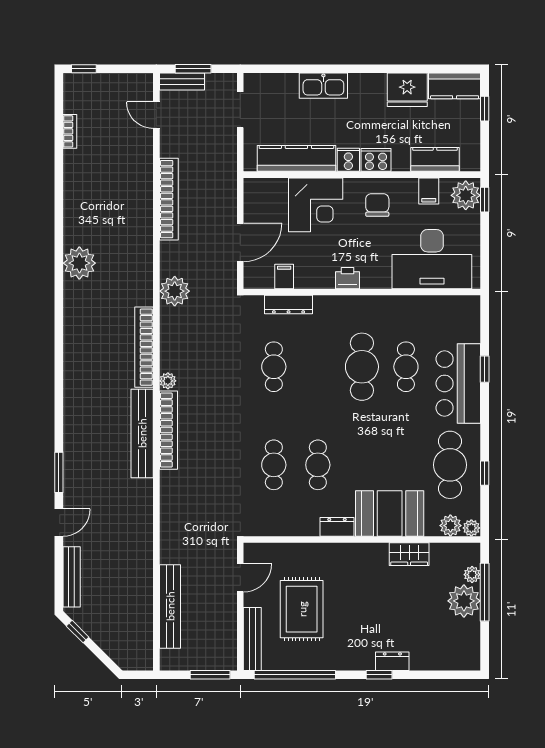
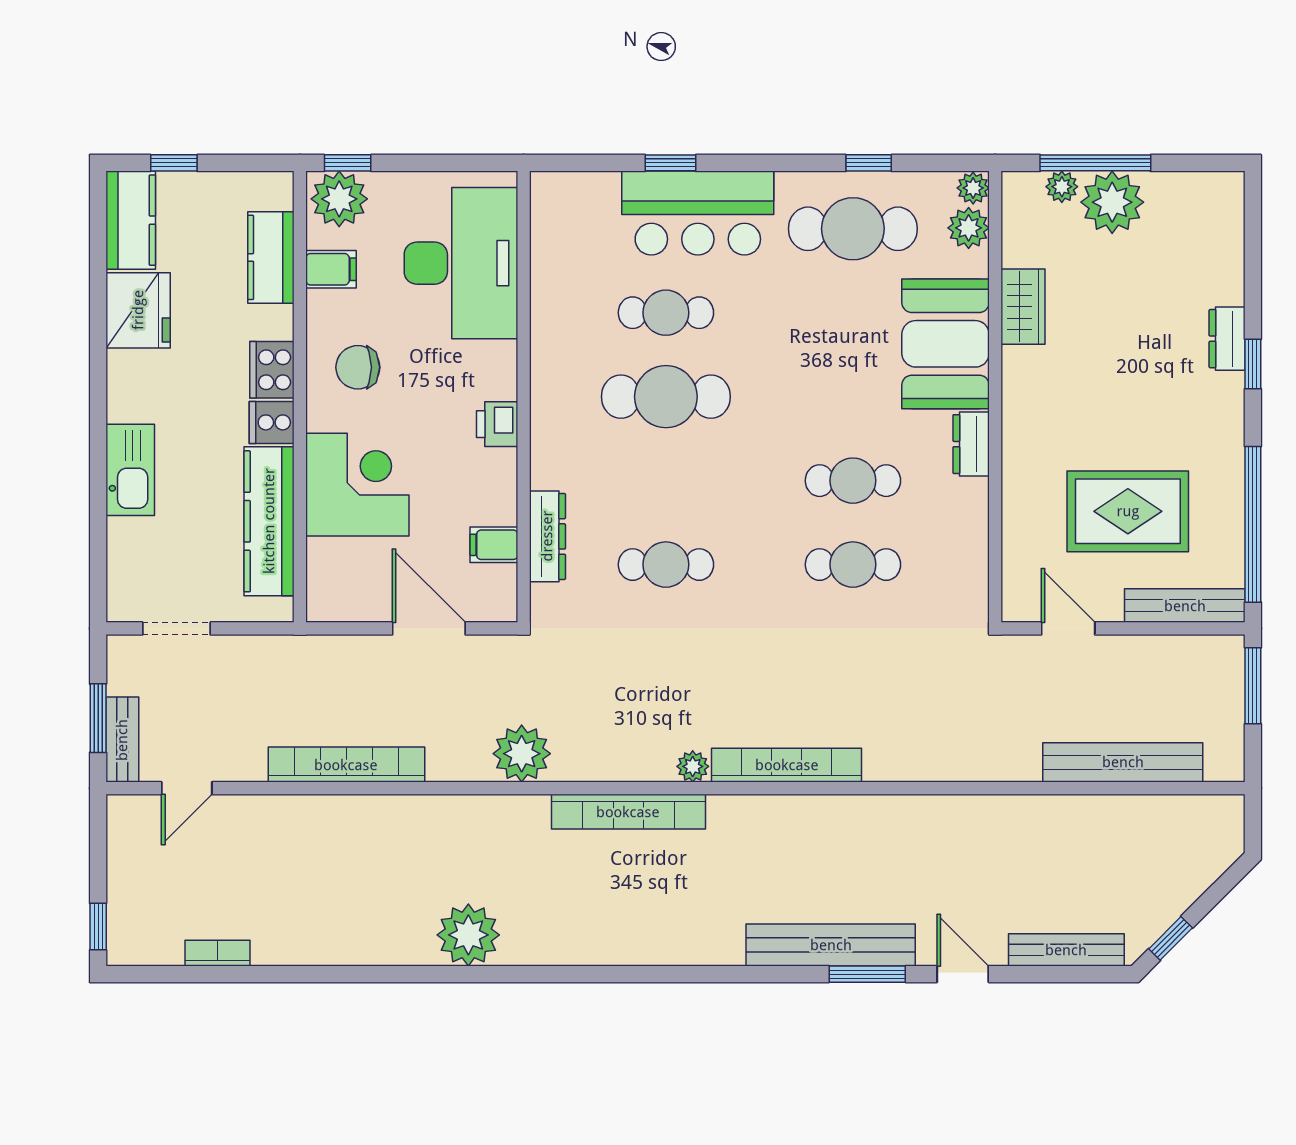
bench: (142, 433) -> (831, 945), moved

